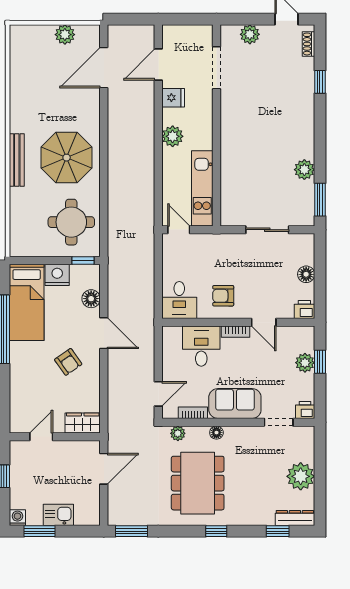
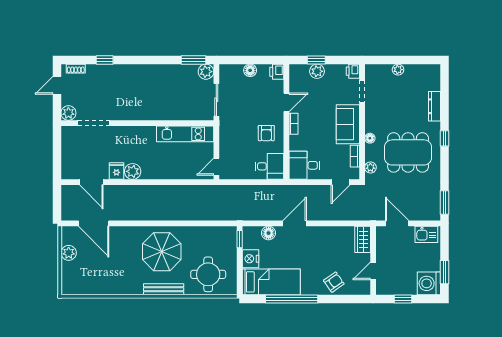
doorway: (216, 68) -> (94, 123), moved
wall: (216, 125) -> (137, 123), moved
plant: (173, 136) -> (133, 171), moved
plant: (304, 170) -> (206, 72), moved
kitchen unit: (202, 188) -> (185, 134), moved
round table: (71, 222) -> (208, 274), moved
desk: (201, 346) -> (304, 165), moved
armchair: (68, 362) -> (334, 282), moved
door: (158, 394) -> (341, 182), swing flipped
door: (41, 437) -> (373, 271), hinge flipped
plant: (301, 476) -> (398, 70), width x0.53, depth x0.53
kitchen sink: (58, 515) -> (426, 234), moved, turned -90
washing machine: (17, 518) -> (429, 283), width x1.89, depth x1.89
dresser: (295, 518) -> (435, 106), moved
window: (278, 531) -> (444, 92), removed

